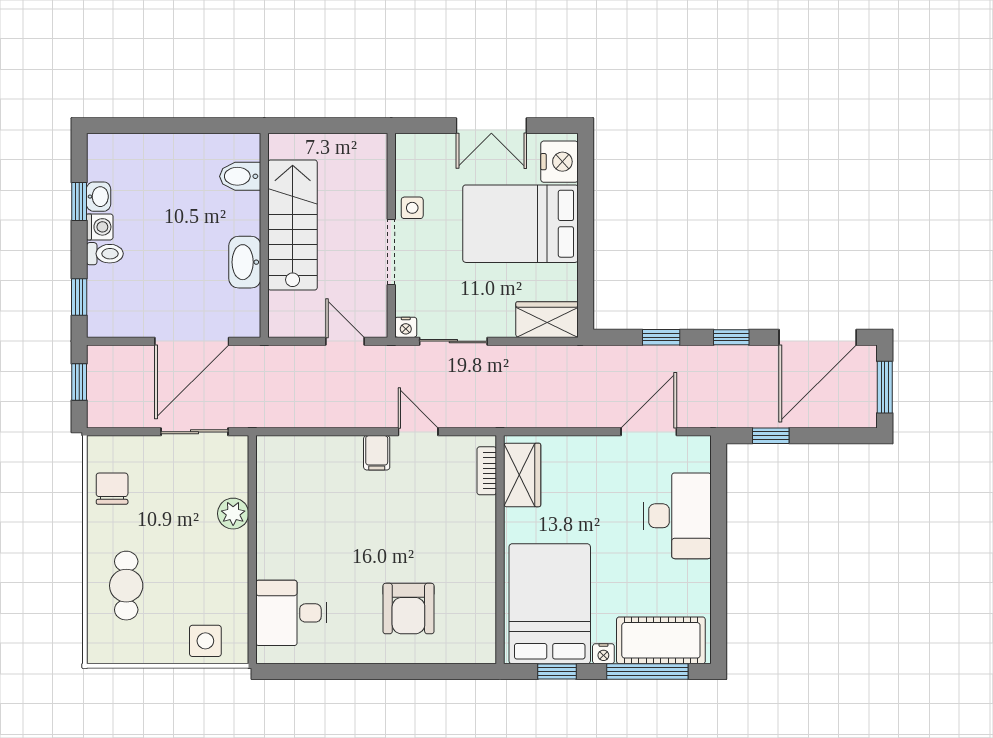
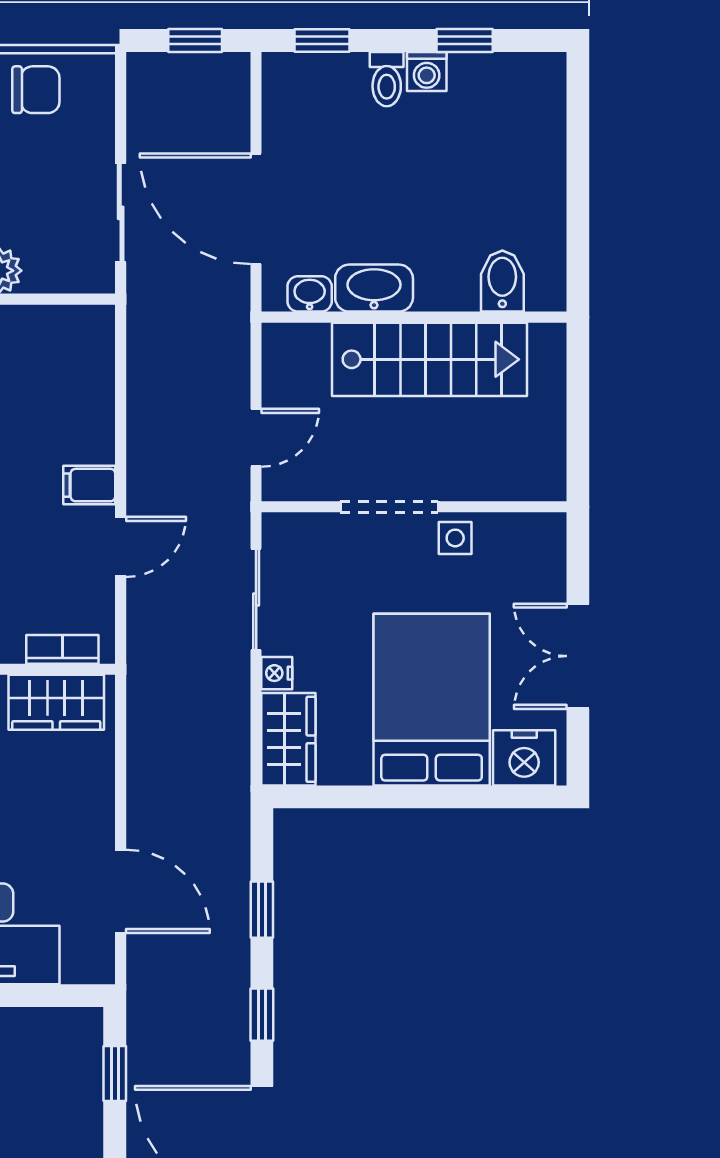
washbasin: (99, 197) -> (310, 294), moved, turned 180
nightstand: (406, 327) -> (277, 673), moved

